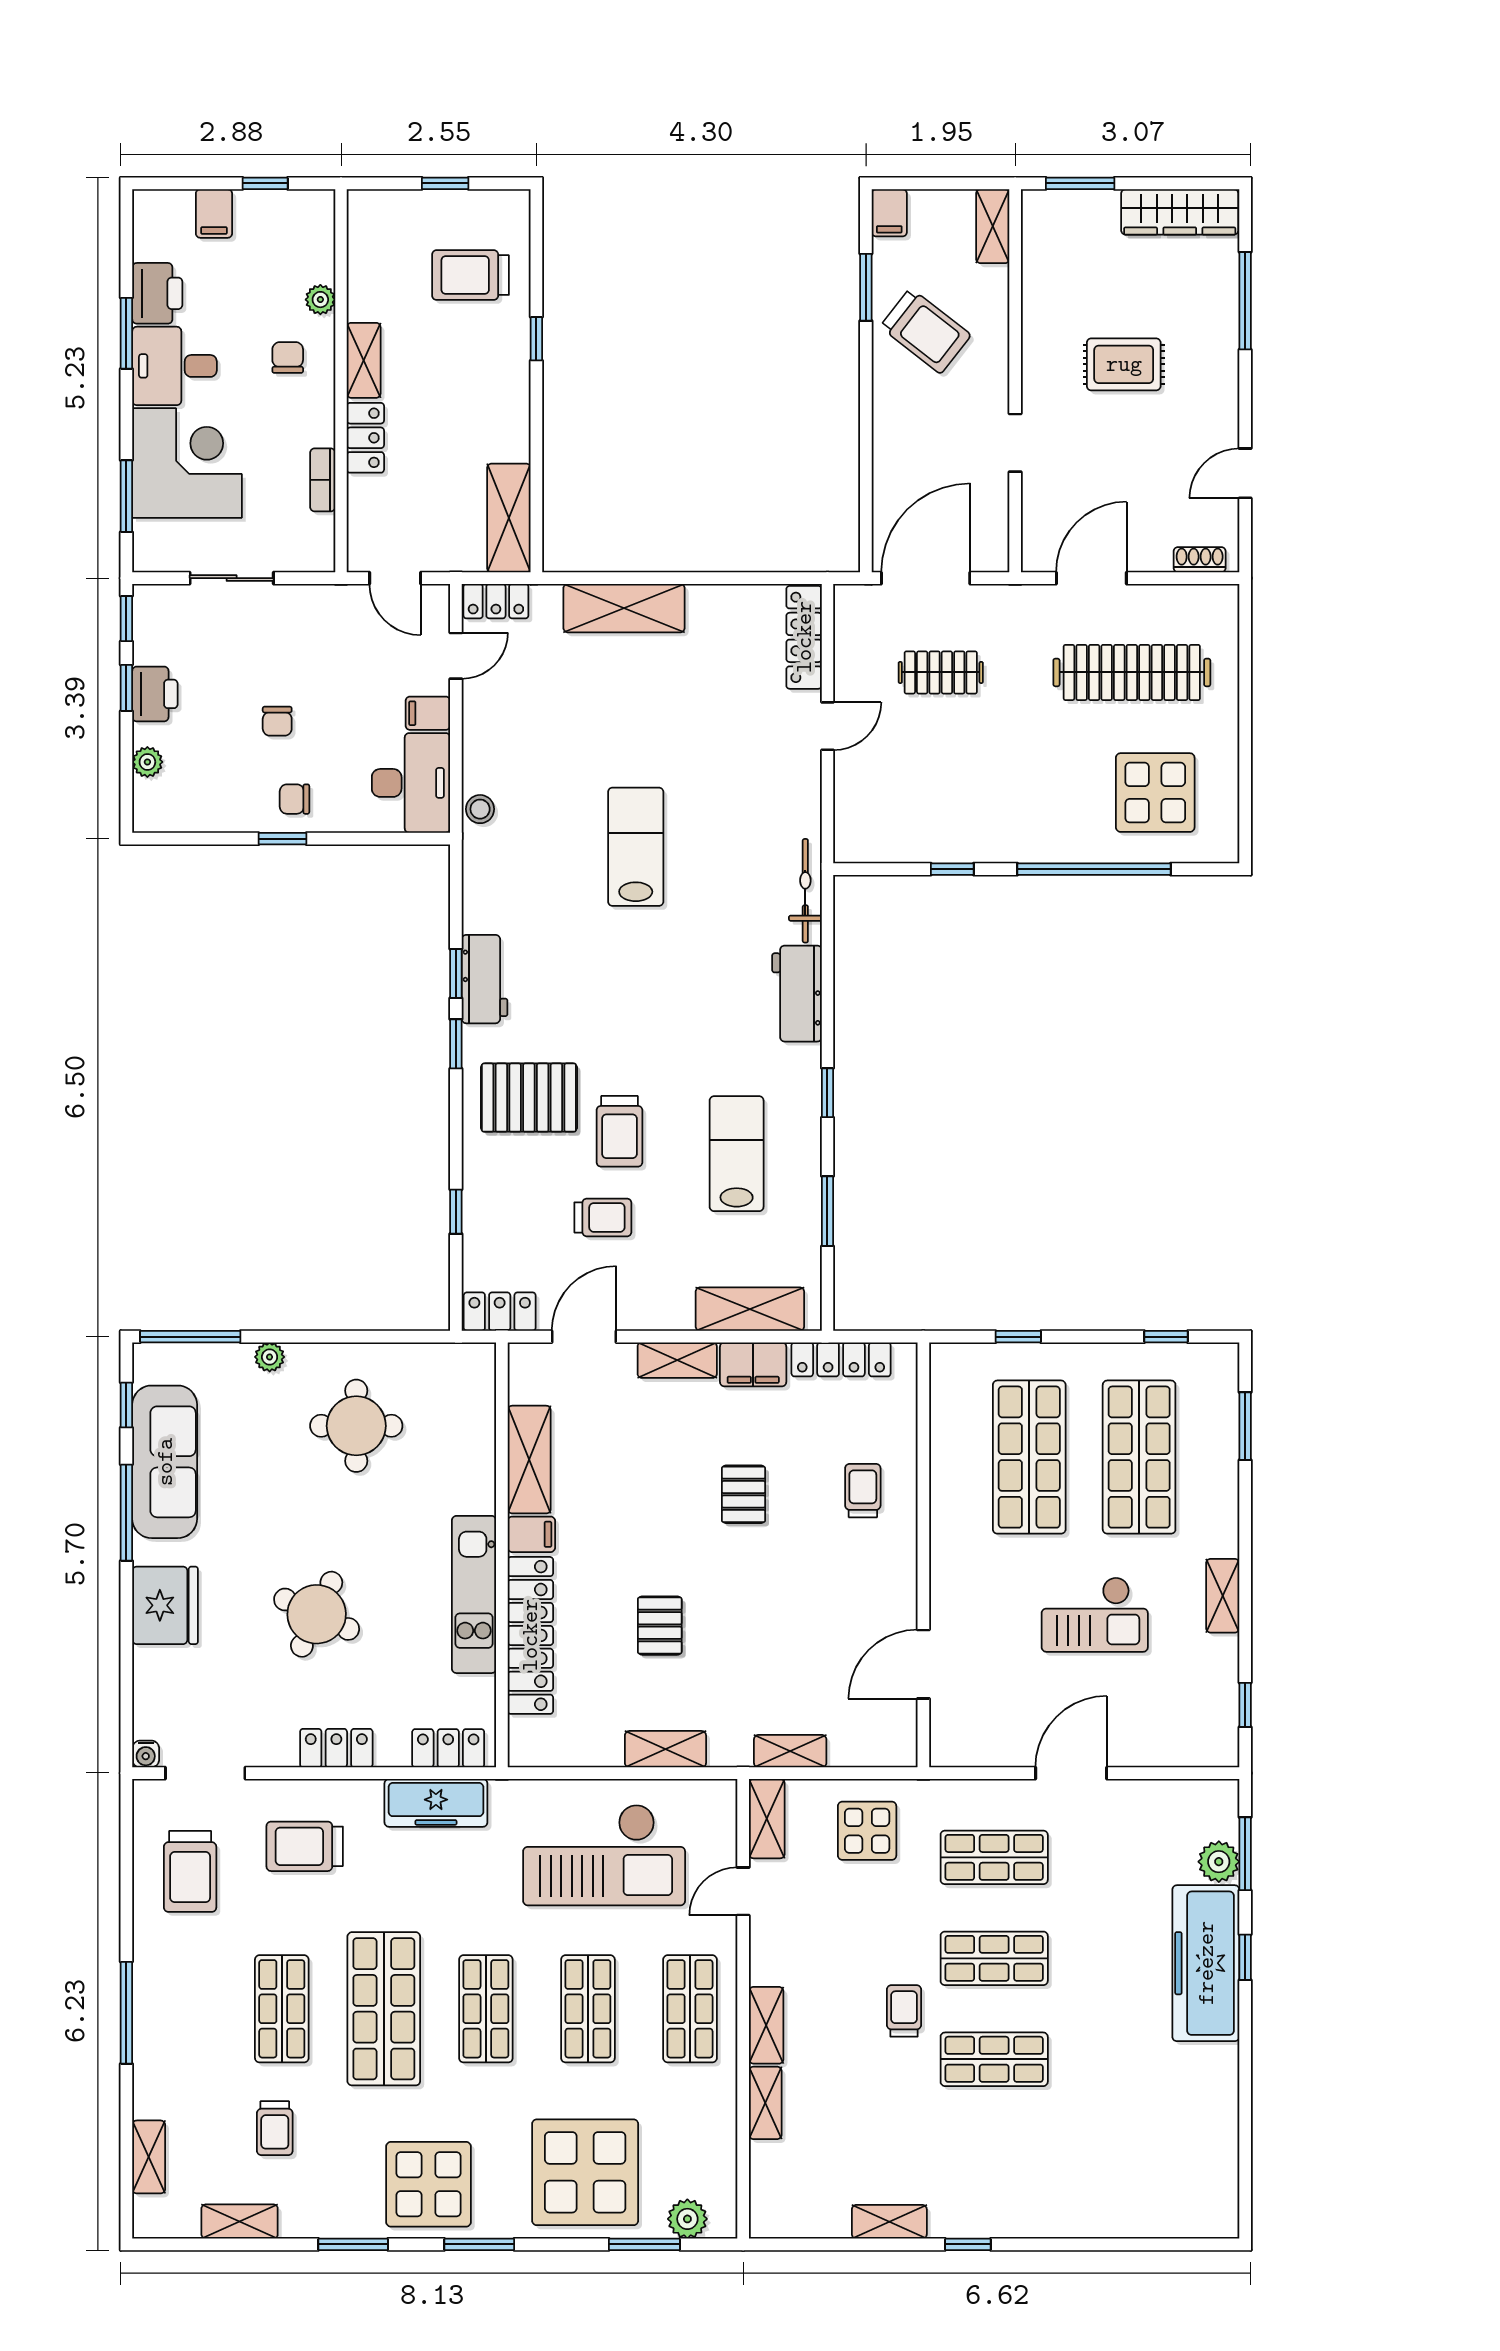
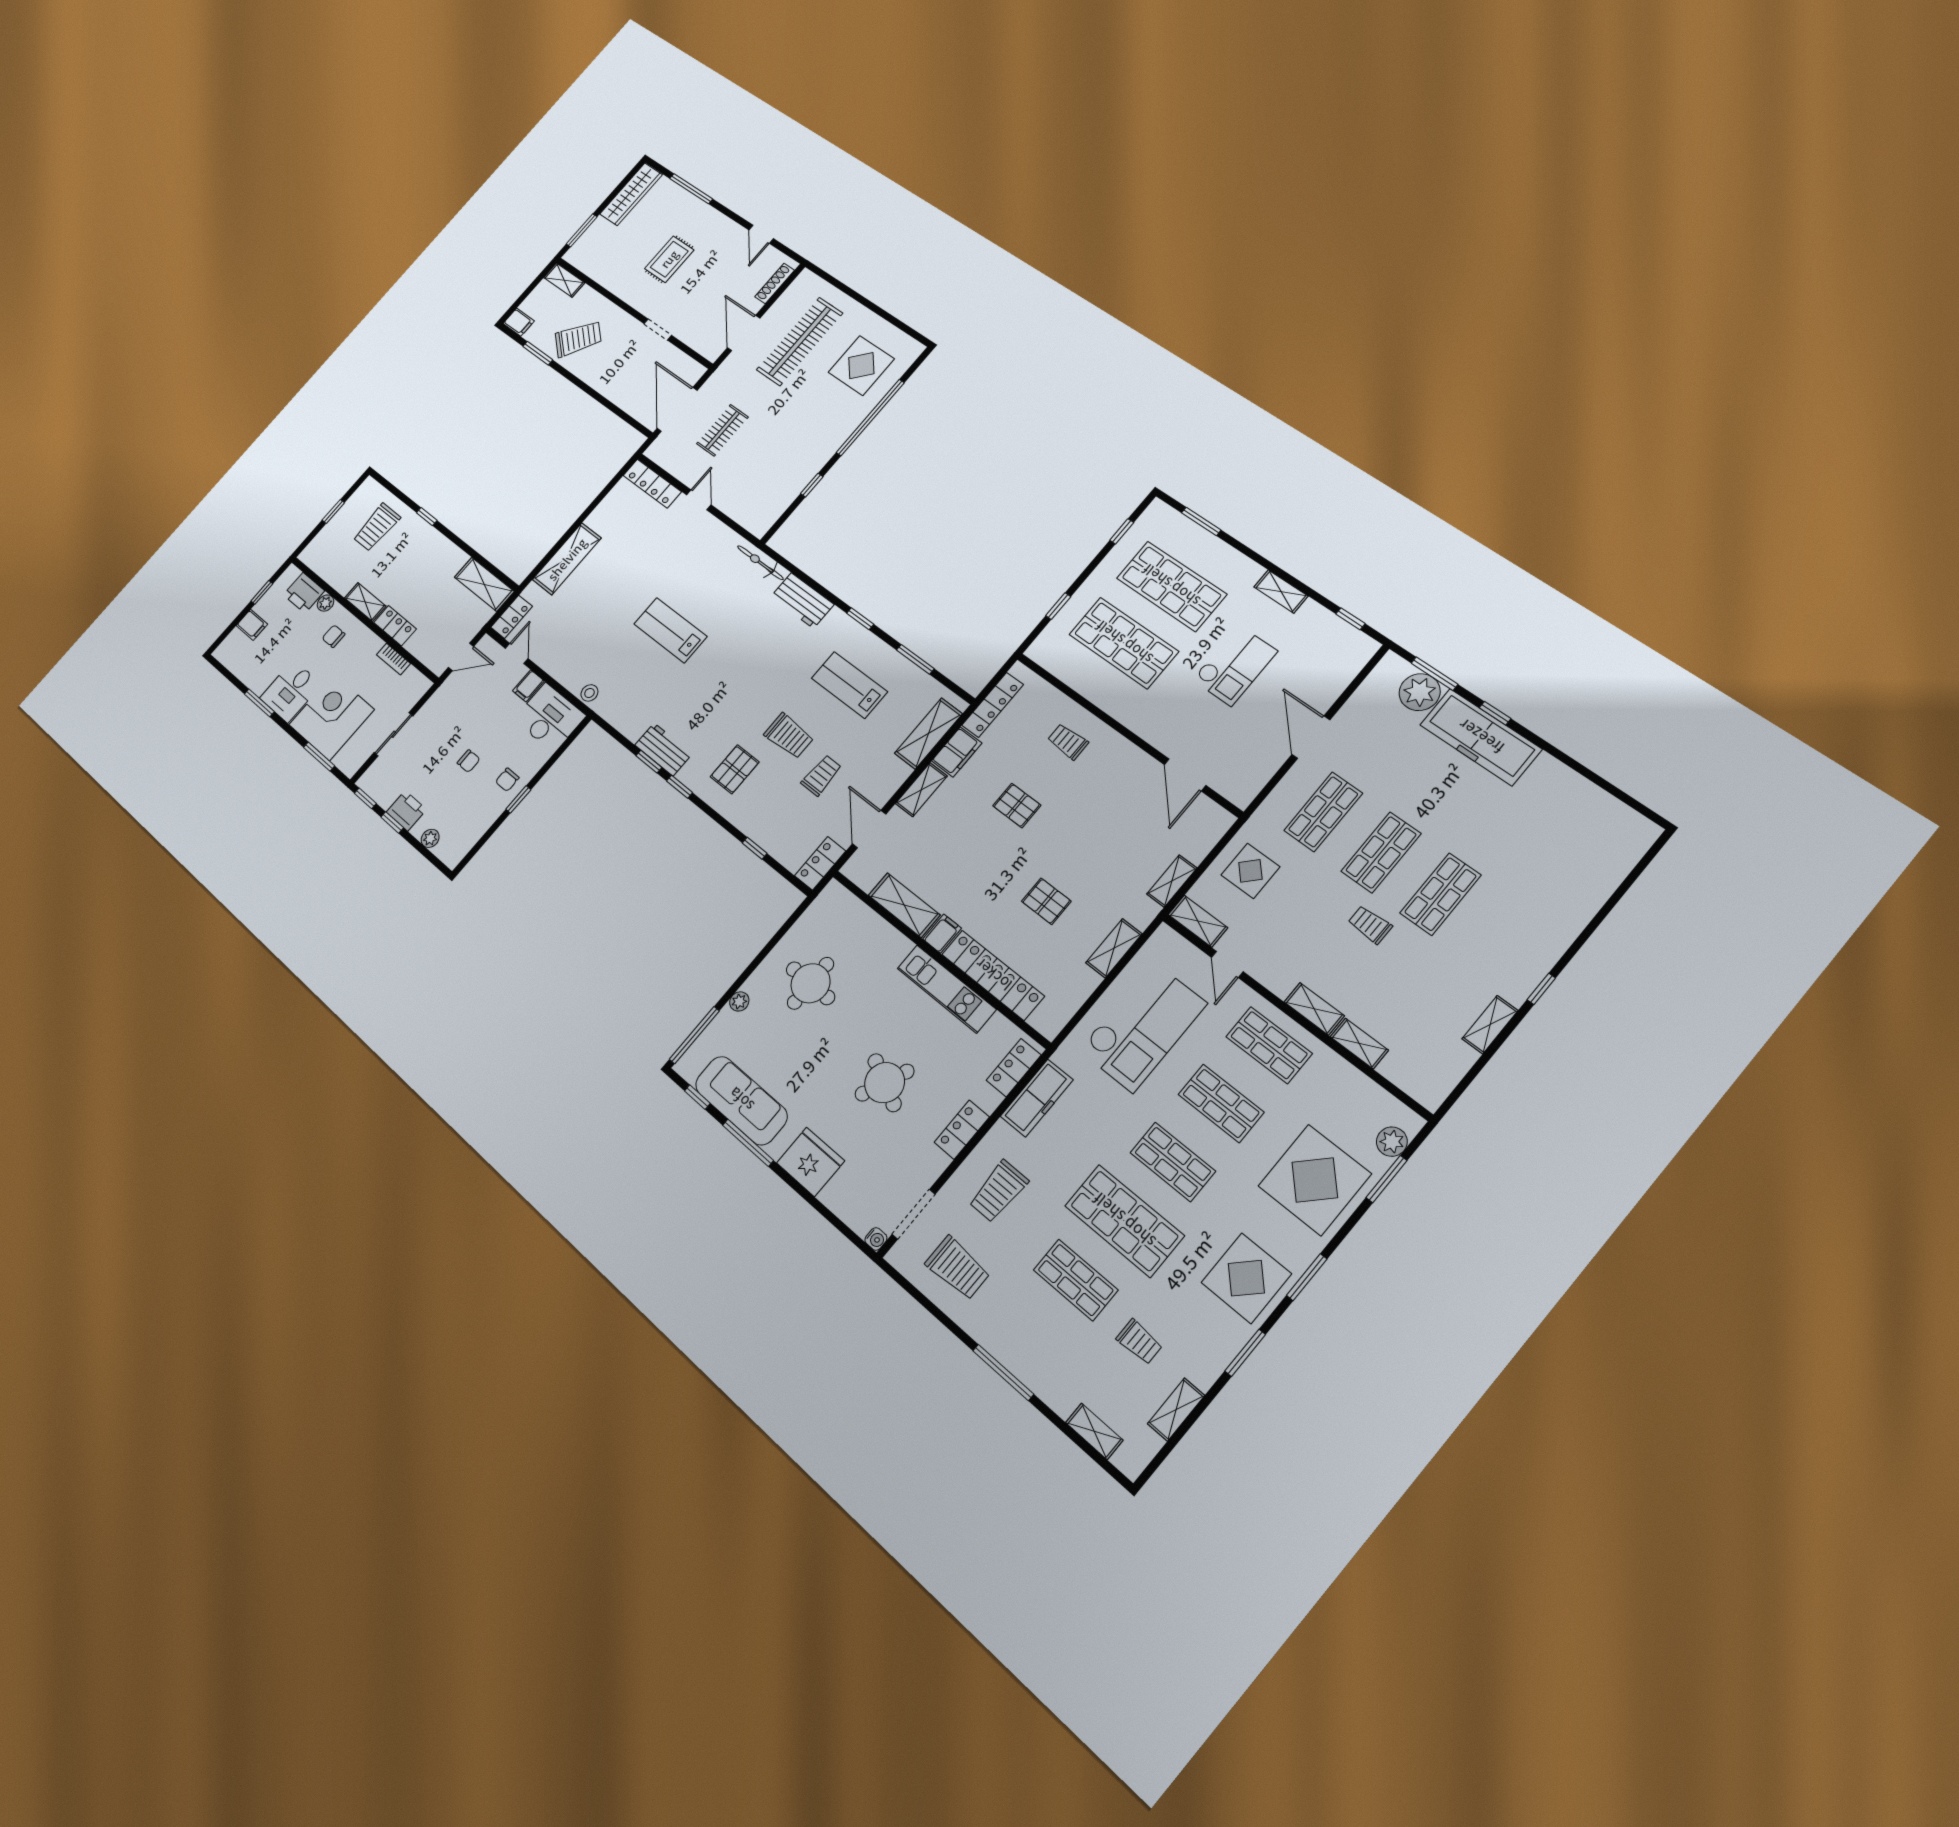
printer: (157, 293) -> (304, 593), moved, turned 180
shoe rack: (1200, 560) -> (775, 283), width x1.43
pallet: (529, 1098) -> (735, 769), width x0.67, depth x0.71
plant: (1219, 1862) -> (1420, 692), width x1.36, depth x1.36

